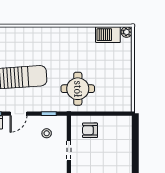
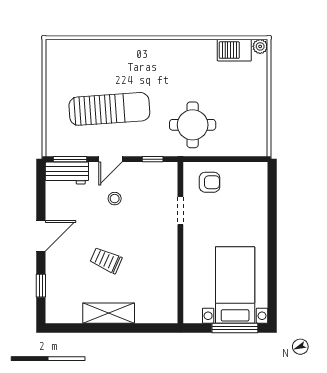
armchair: (90, 130) -> (210, 182), turned 180
stool: (47, 133) -> (115, 199), moved

